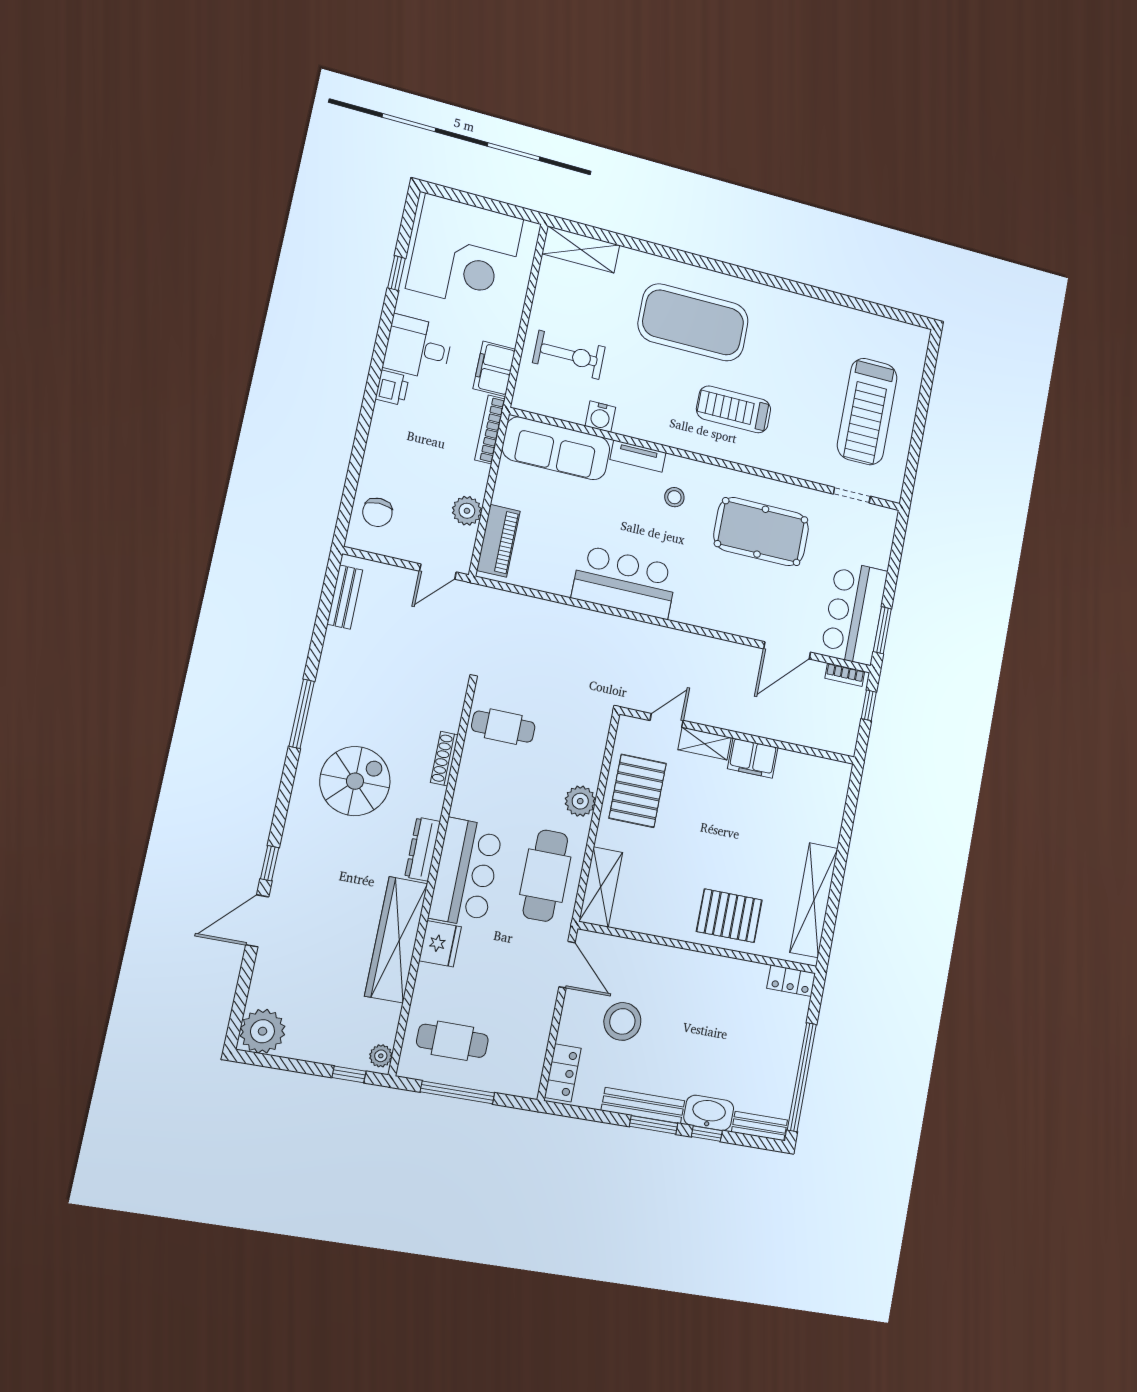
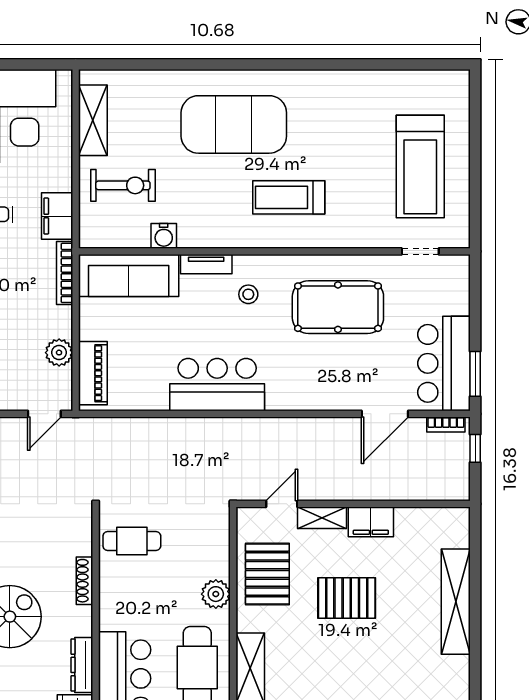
shelving: (581, 249) -> (93, 120), moved, turned 90
shelving: (814, 900) -> (456, 602), moved
pallet: (729, 916) -> (347, 598), moved

